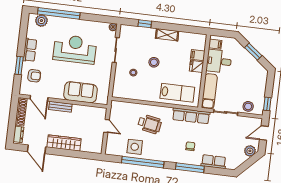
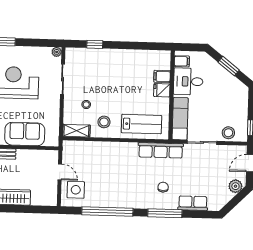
shelving: (167, 35) -> (76, 131), moved
stool: (154, 62) -> (104, 122), moved
wheelchair: (150, 124) -> (111, 165), removed
side table: (135, 147) -> (76, 190), moved

